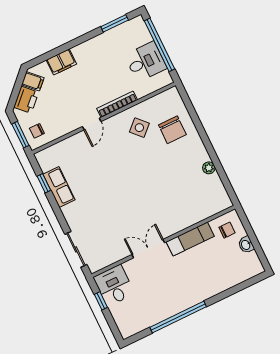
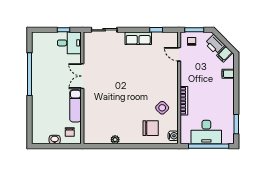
filing cabinet: (61, 62) -> (228, 74), width x0.50
desk: (146, 62) -> (206, 132), width x1.37
water cooler: (168, 96) -> (173, 136), added
door: (92, 124) -> (179, 54), moved
chair: (172, 130) -> (151, 128), turned 180
row of seats: (59, 187) -> (138, 38), moved
double door: (148, 249) -> (82, 76), swing flipped

